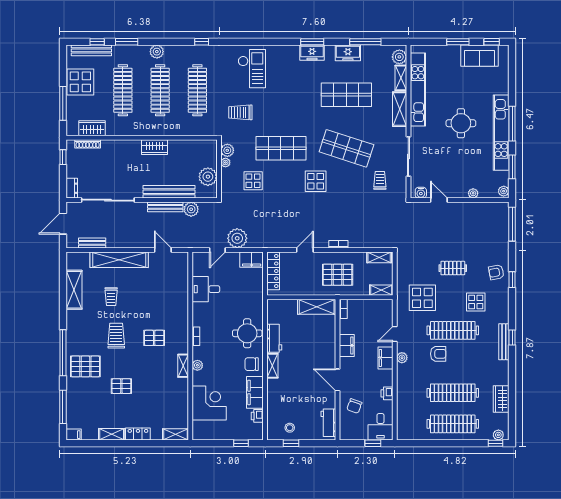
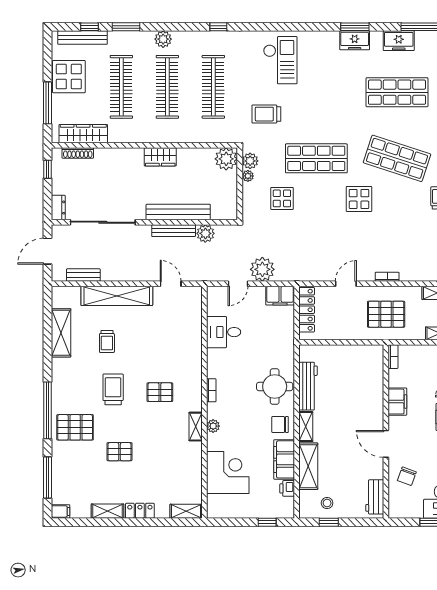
wardrobe: (92, 128) -> (83, 134), width x1.50
plant: (208, 177) -> (226, 159), moved
shelving: (317, 307) -> (308, 466), moved, turned 90
workbench: (274, 338) -> (308, 386), width x1.38

